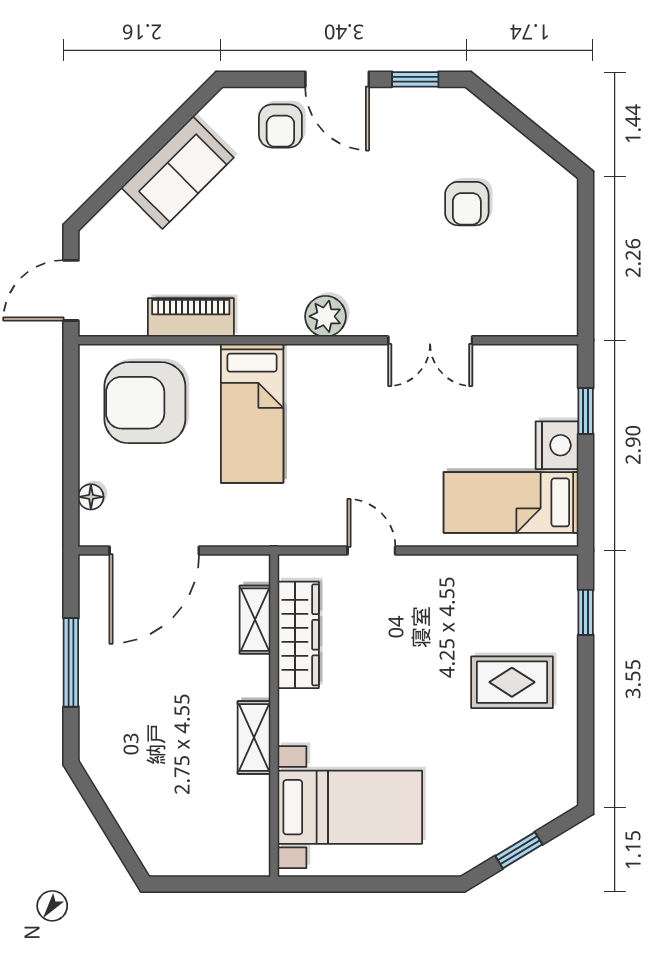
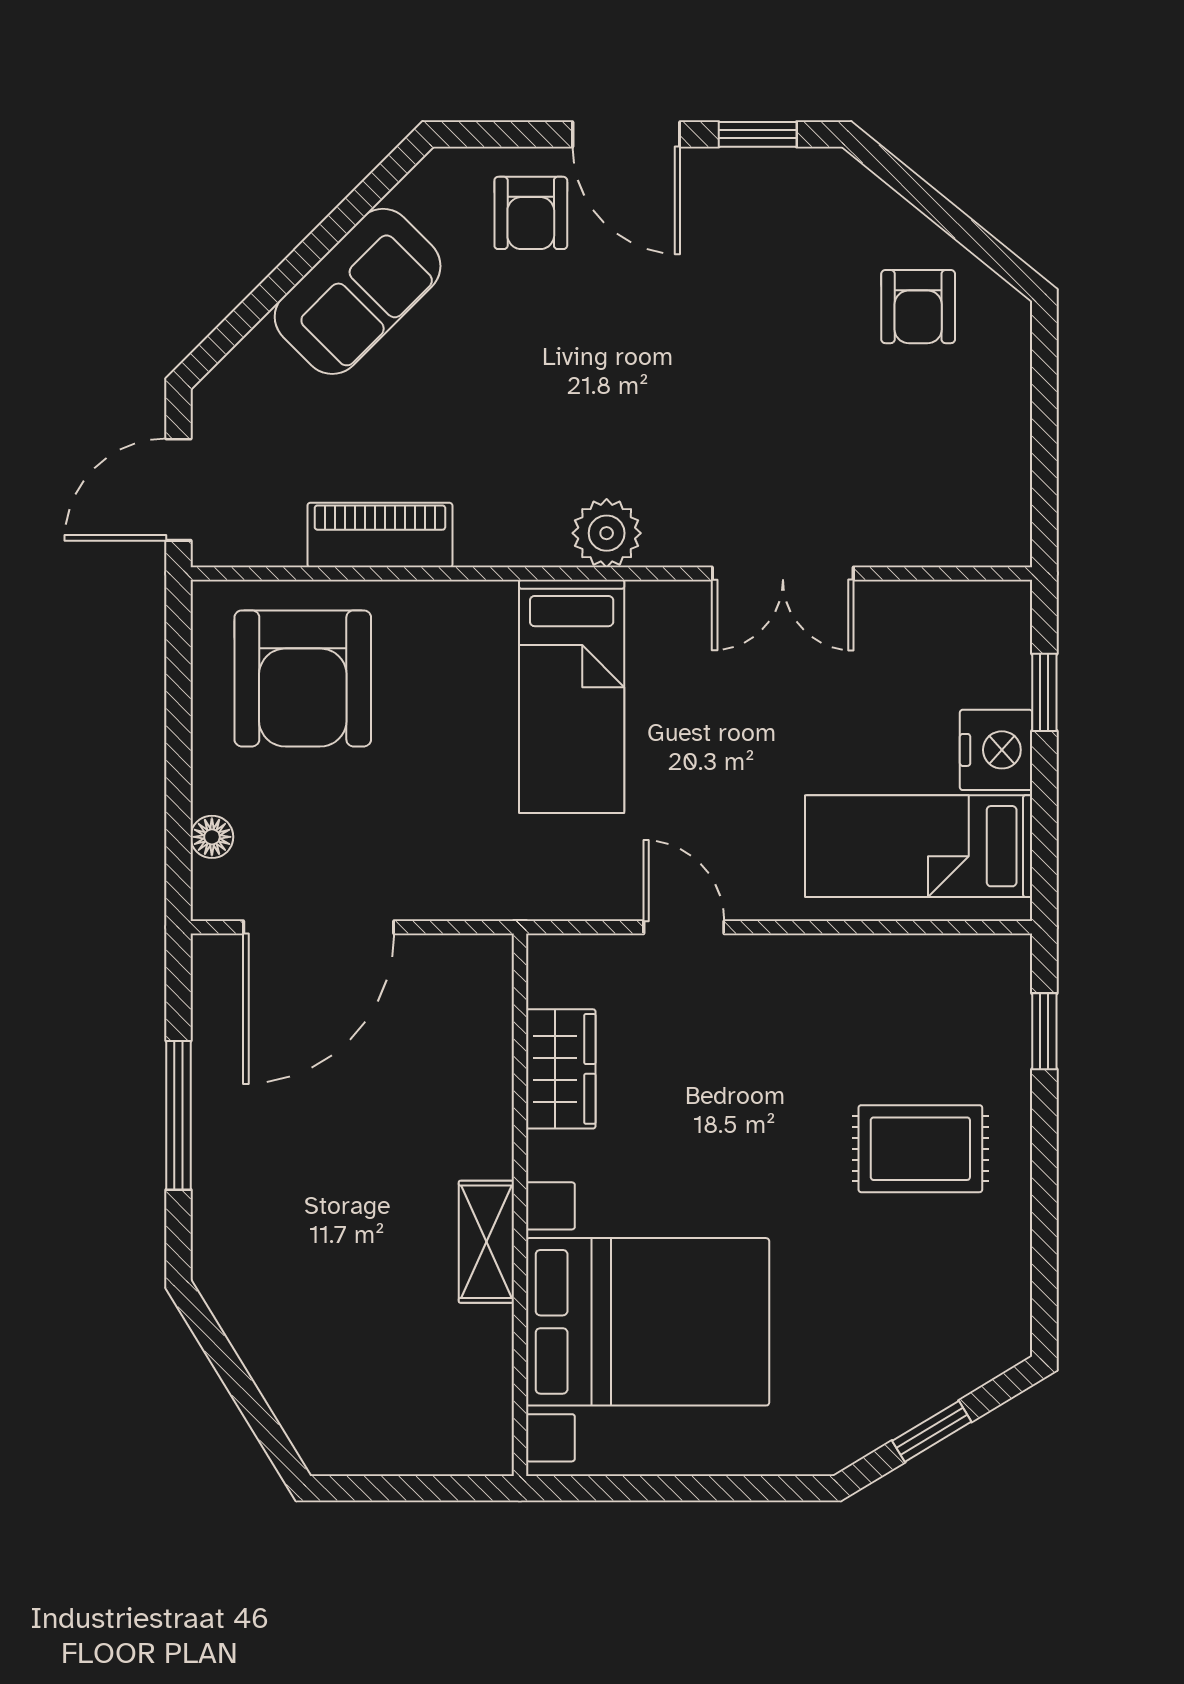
armchair: (467, 204) -> (918, 307), moved
armchair: (145, 403) -> (303, 678), turned -90
bed: (252, 413) -> (572, 696), moved
shelving: (255, 620) -> (488, 1043), removed
wardrobe: (298, 635) -> (561, 1069), width x0.67
bed with nightstands: (350, 807) -> (648, 1322), width x1.36

